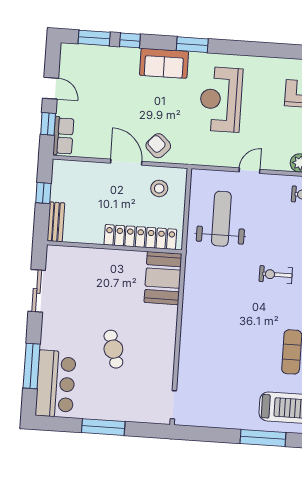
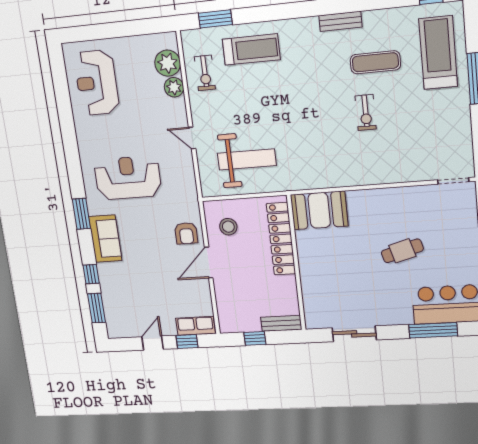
reception desk: (221, 99) -> (128, 178), turned 180
armchair: (158, 146) -> (186, 233), turned -43
weight bench: (221, 219) -> (247, 159), turned 180
exercise bike: (276, 275) -> (366, 113), moved

